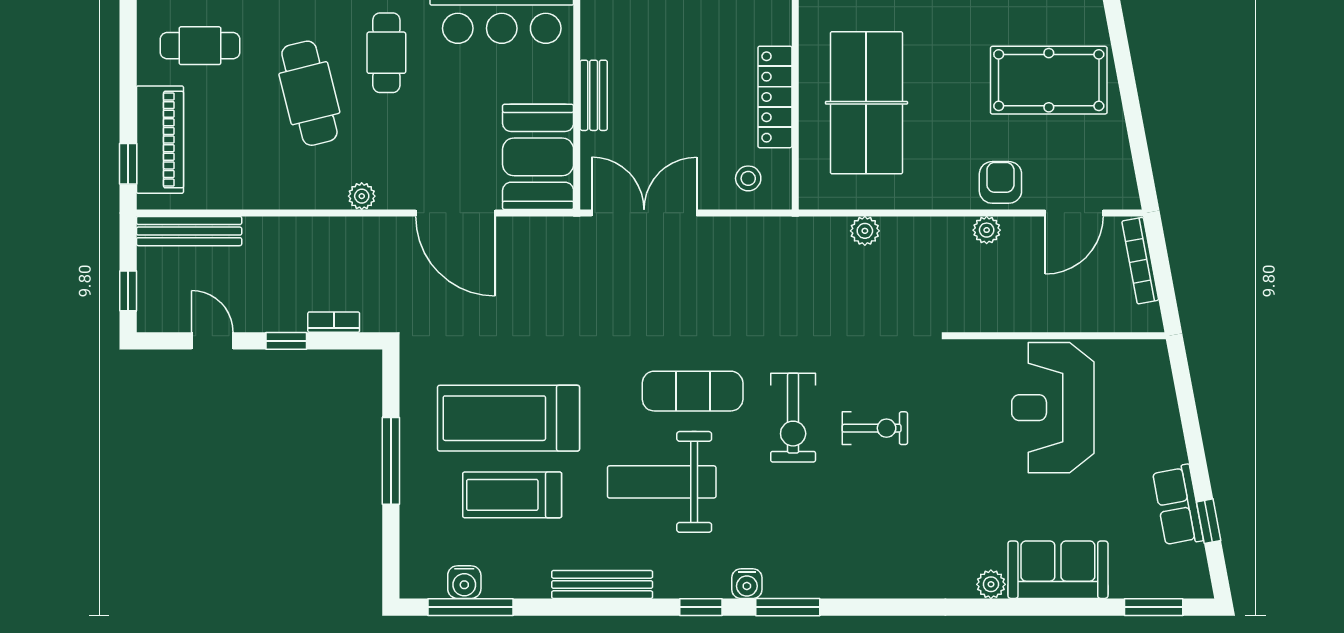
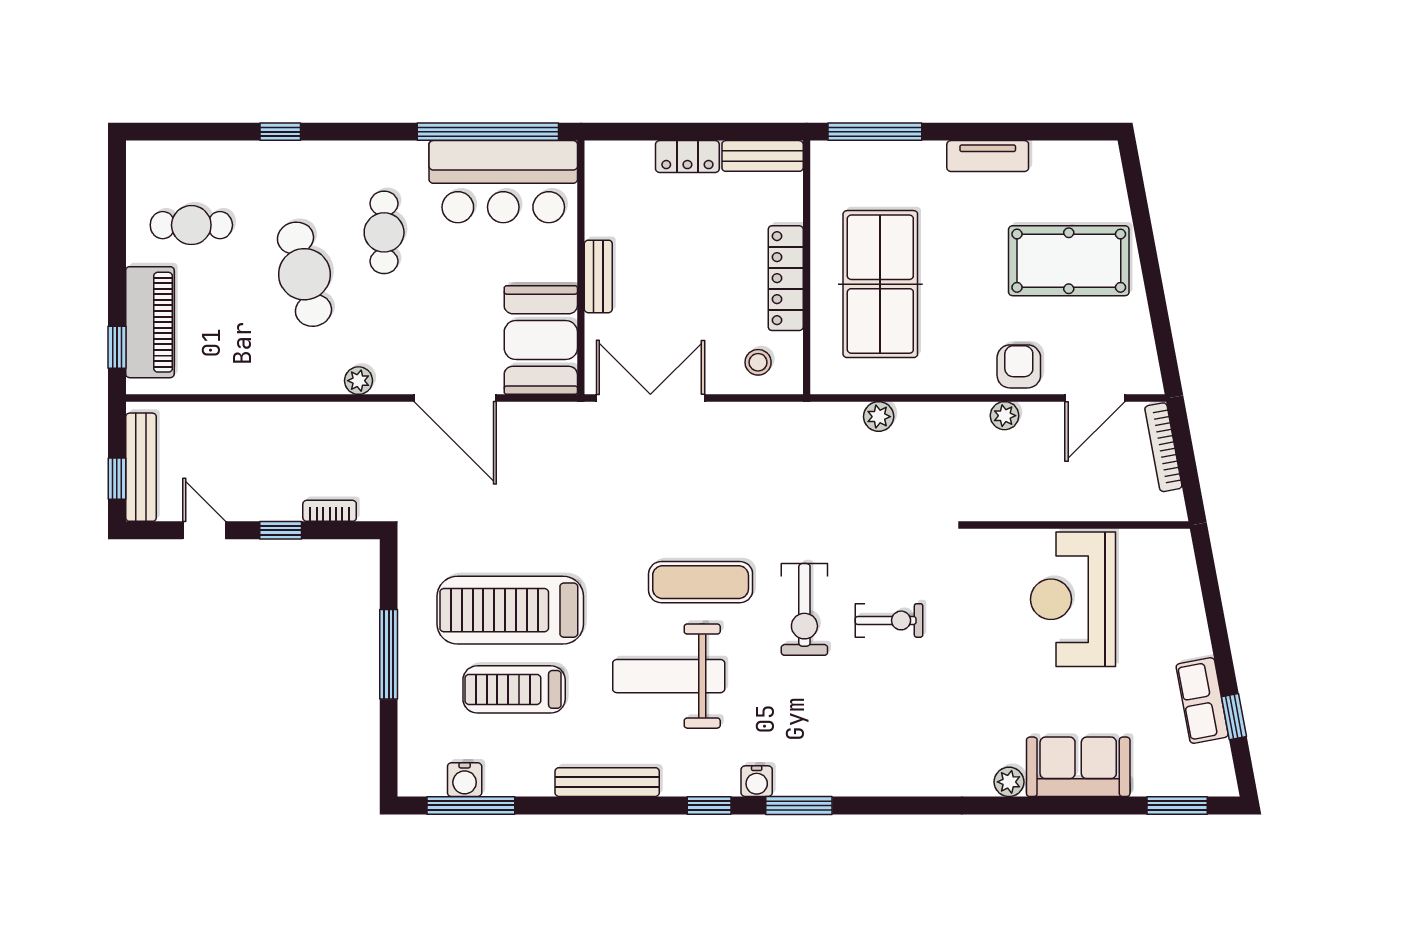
bench: (189, 231) -> (141, 467), moved, turned 90

